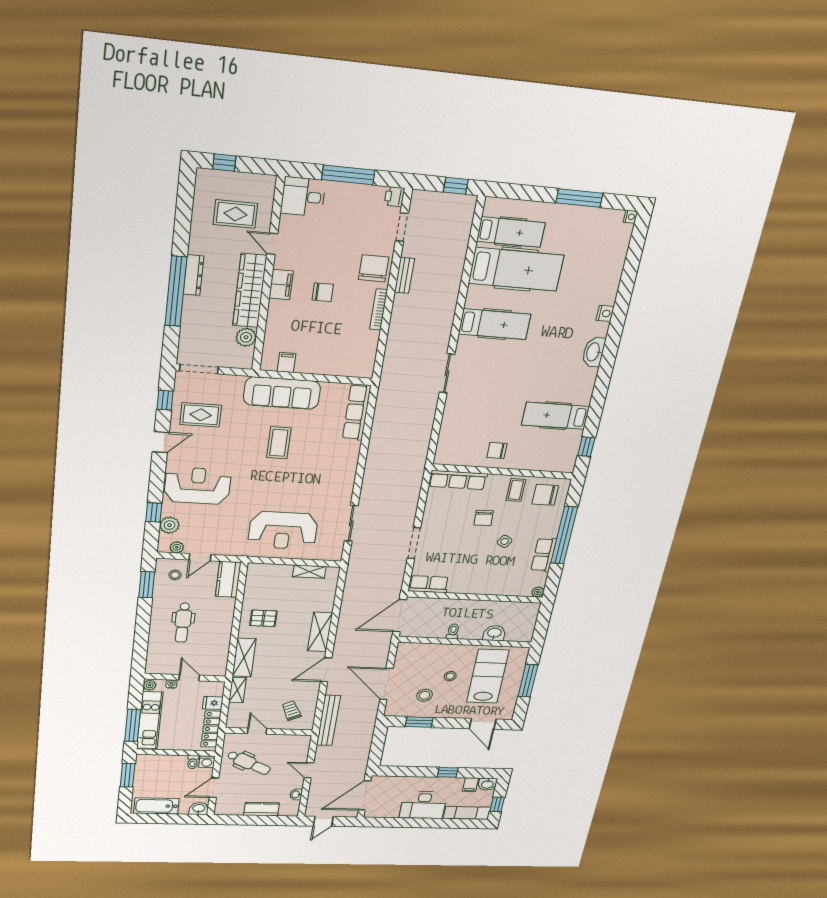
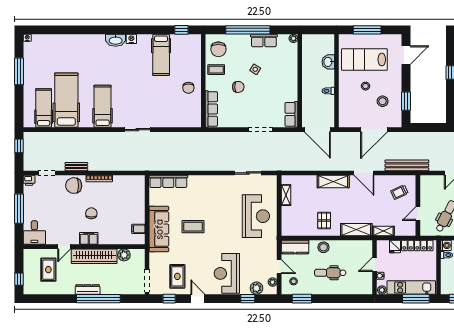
nightstand: (605, 313) -> (131, 39), moved
stool: (223, 616) -> (323, 247), added
dental chair: (183, 623) -> (330, 273), turned 180

